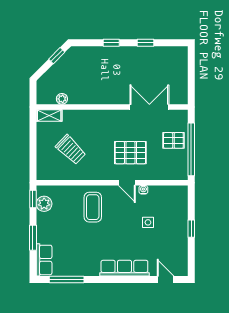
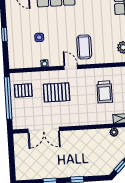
pallet: (173, 140) -> (23, 90), moved
trolley: (71, 150) -> (105, 92), turned -134
door: (127, 183) -> (71, 67), moved

